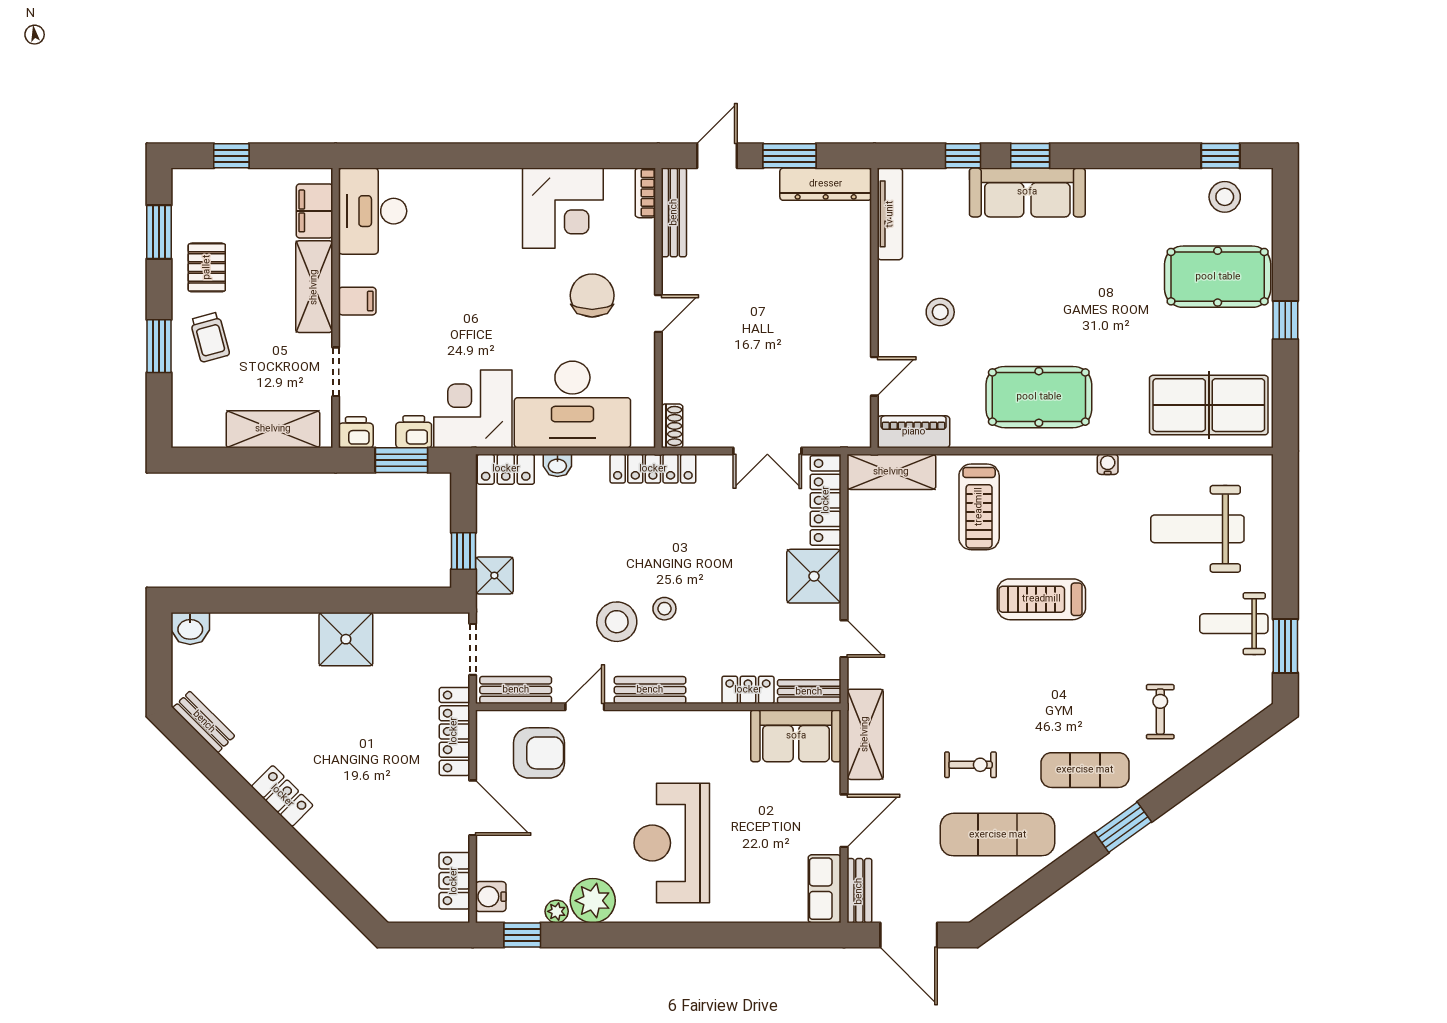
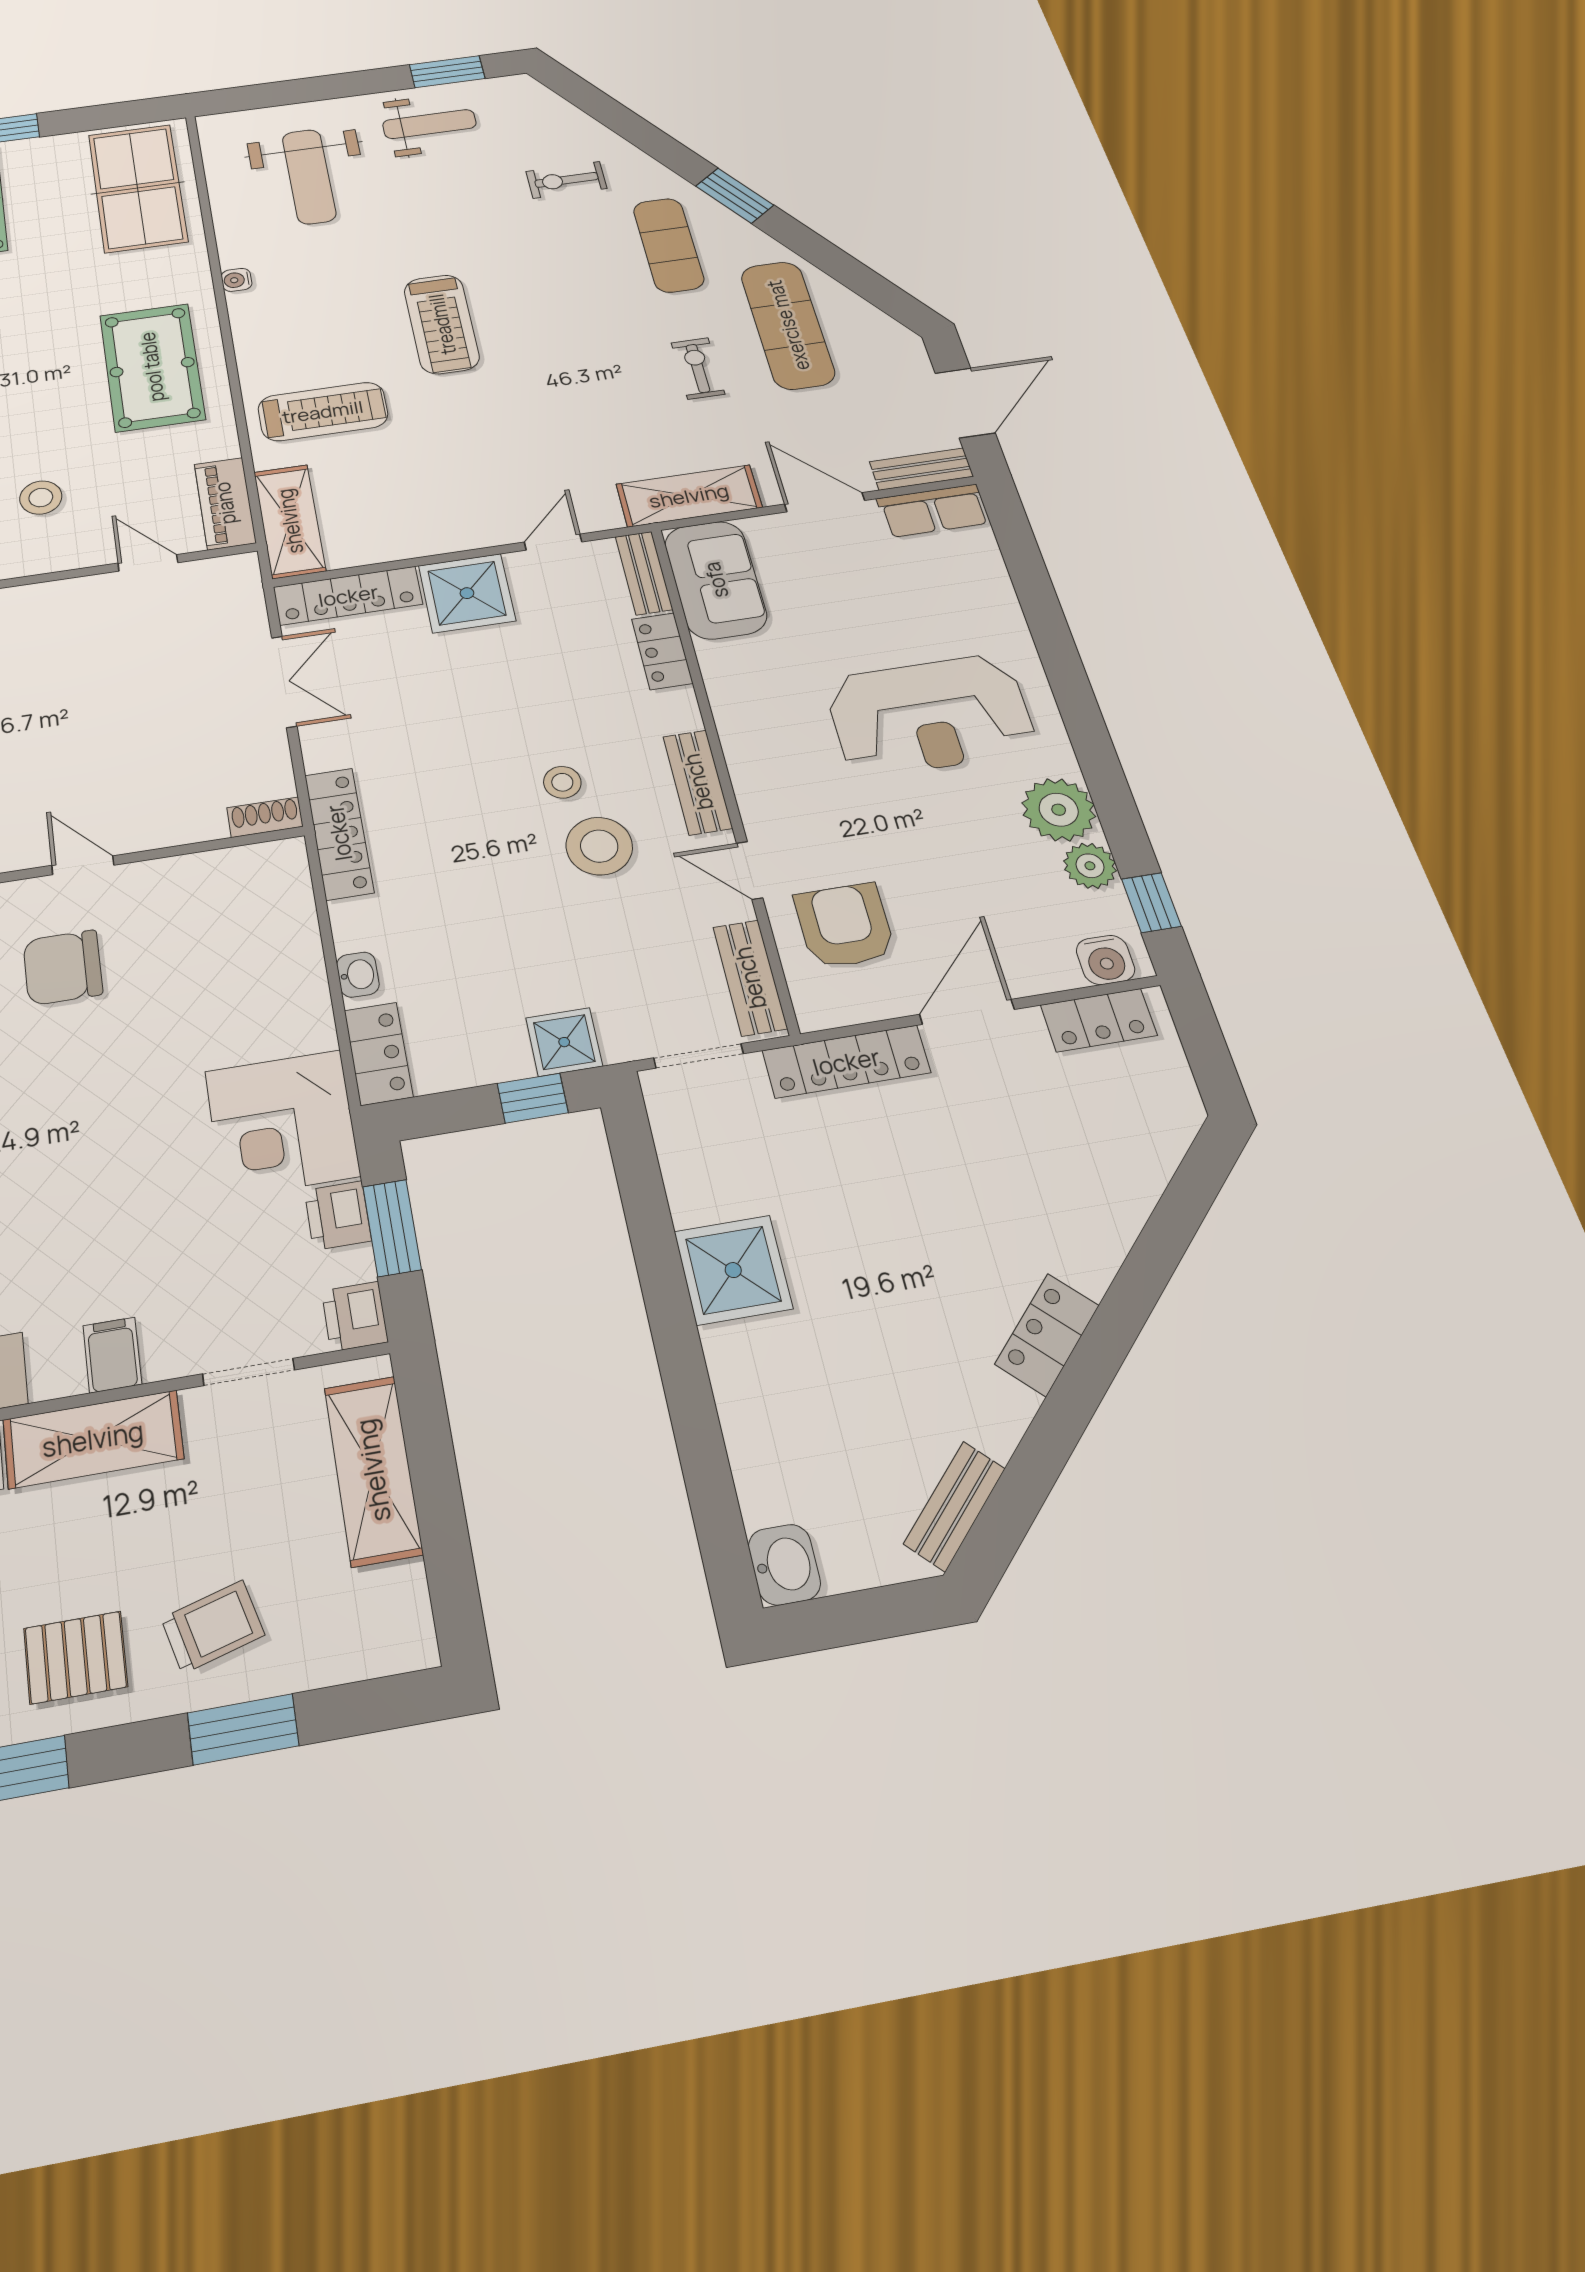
desk: (572, 405) -> (251, 968), removed
weight bench: (1234, 624) -> (429, 124), turned -90
plant: (557, 911) -> (1090, 866), width x1.38, depth x1.38

